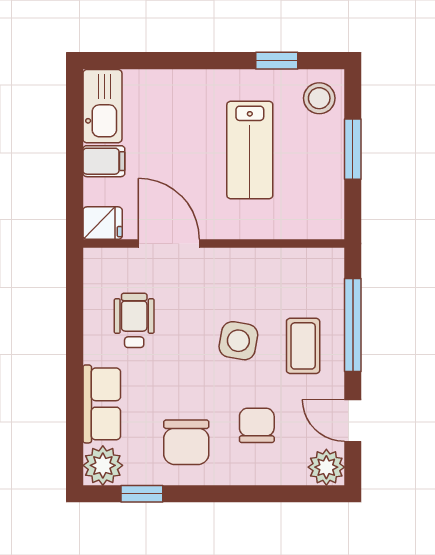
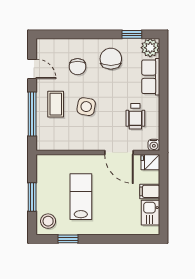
kitchen sink: (102, 106) -> (150, 213), width x0.73
water cooler: (95, 260) -> (154, 145), added
plant: (326, 467) -> (45, 47), removed

